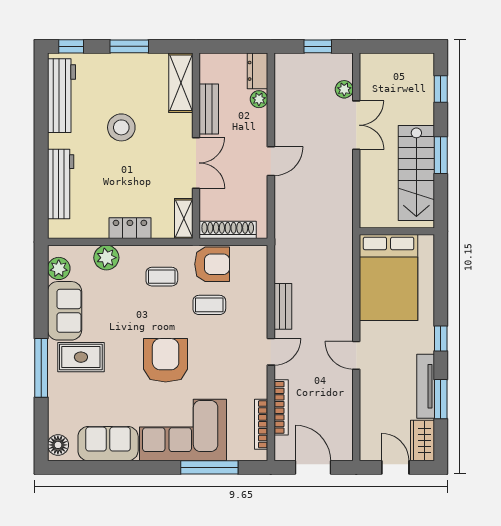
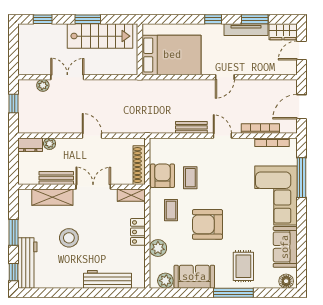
shelving: (181, 83) -> (52, 197), moved
workbench: (61, 96) -> (27, 263), moved, turned 90
rug: (81, 357) -> (243, 266), moved
armchair: (166, 360) -> (207, 224), moved

